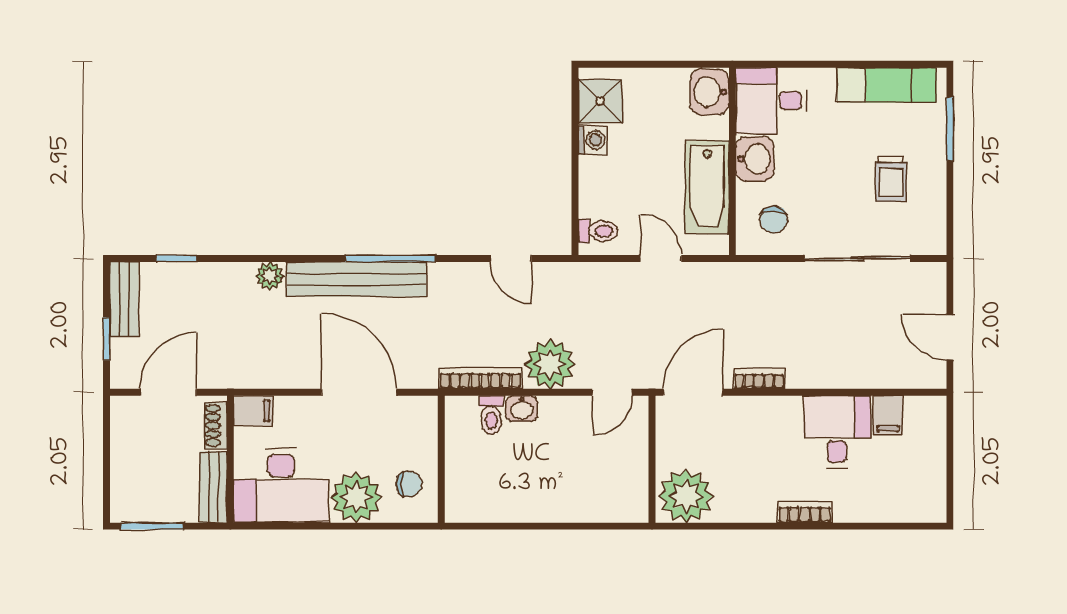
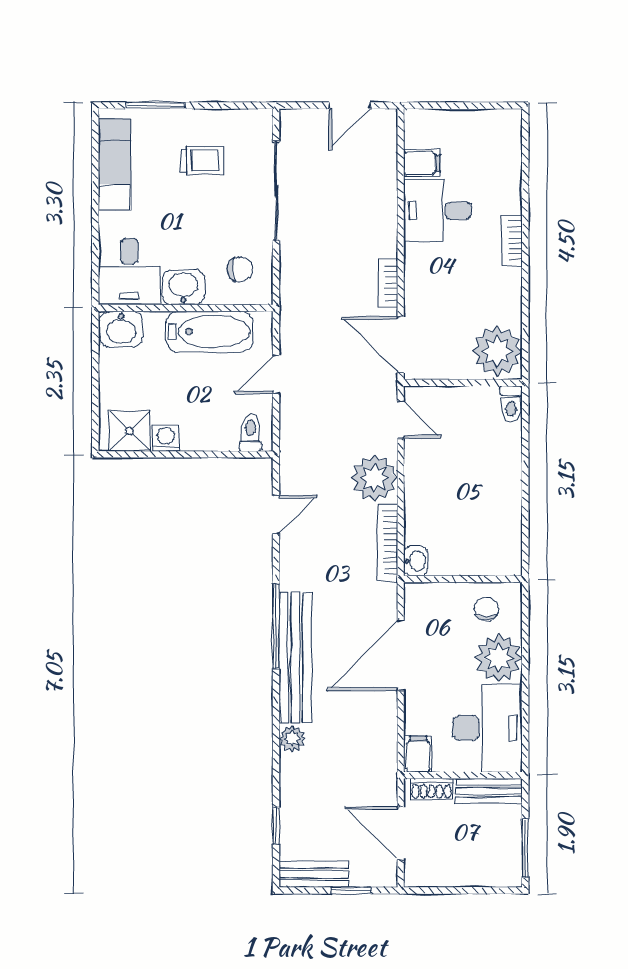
washbasin: (522, 409) -> (416, 561), moved
toilet: (491, 415) -> (511, 404), moved, turned 90

